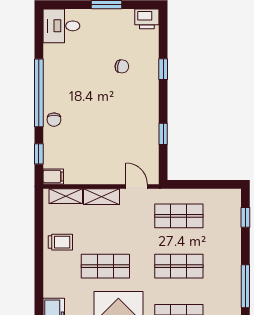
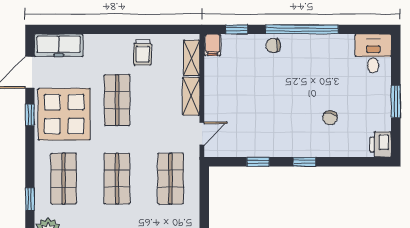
window: (163, 69) -> (305, 162), moved

